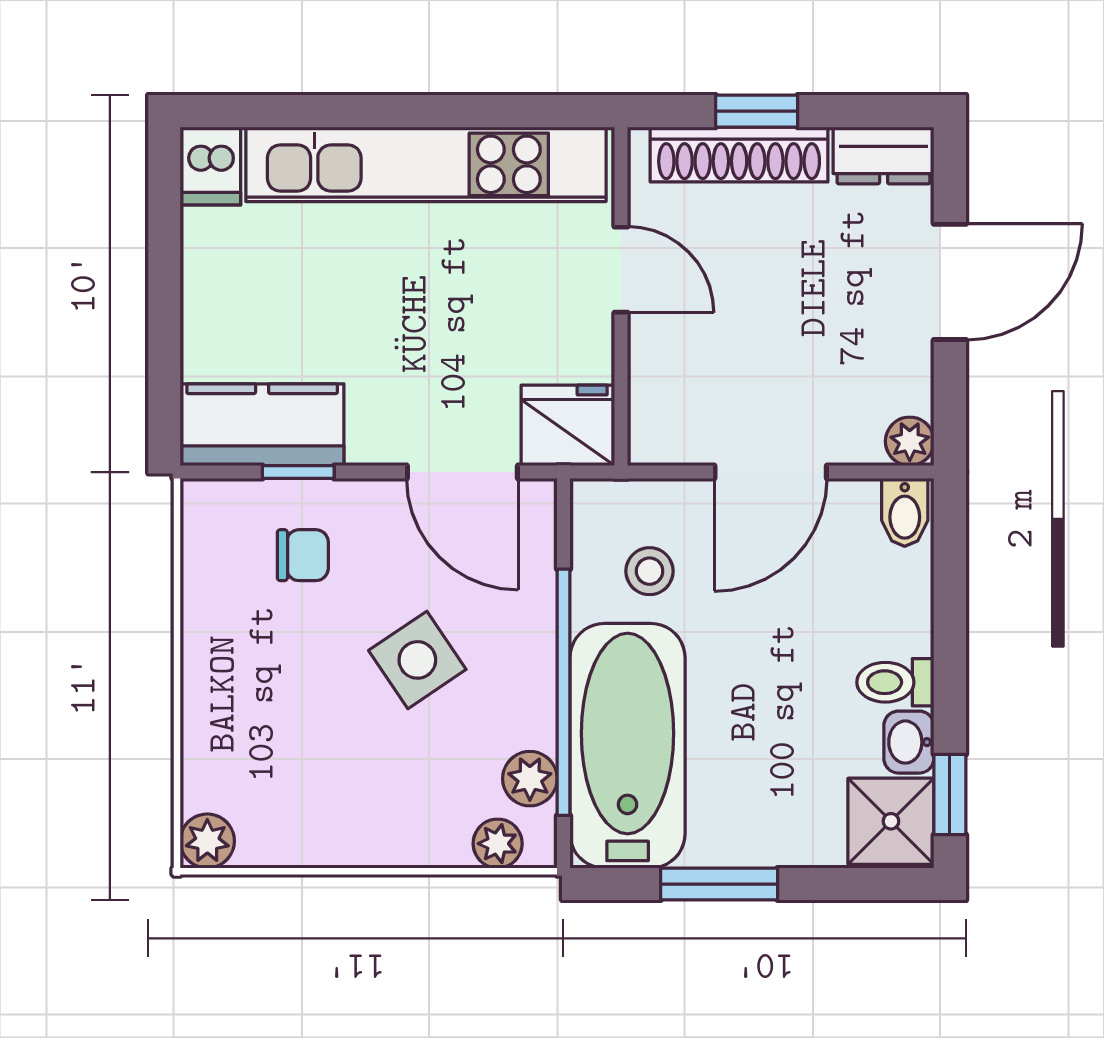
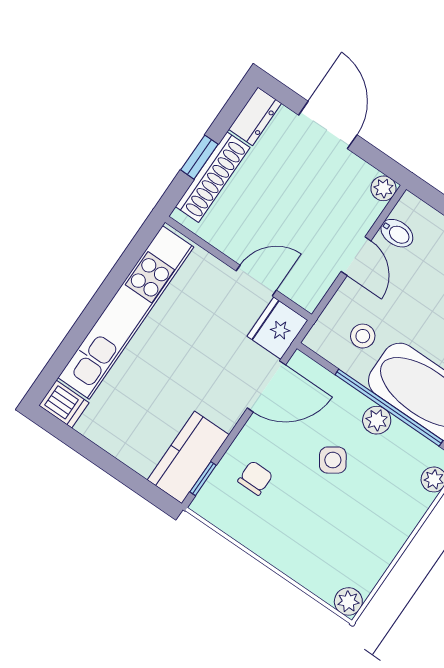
door: (621, 270) -> (256, 281), moved
window: (298, 472) -> (203, 479), moved
door: (771, 472) -> (356, 256), width x0.73
bidet: (905, 512) -> (397, 233), moved
side table: (417, 660) -> (333, 460), width x0.73, depth x0.73
plant: (530, 779) -> (377, 420), moved

